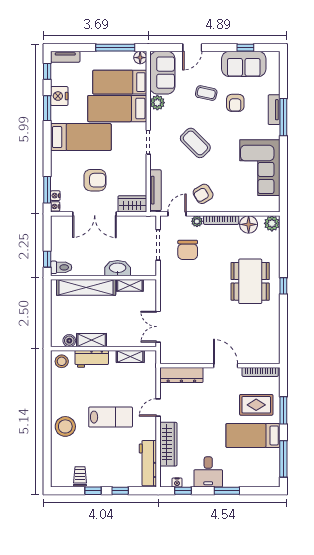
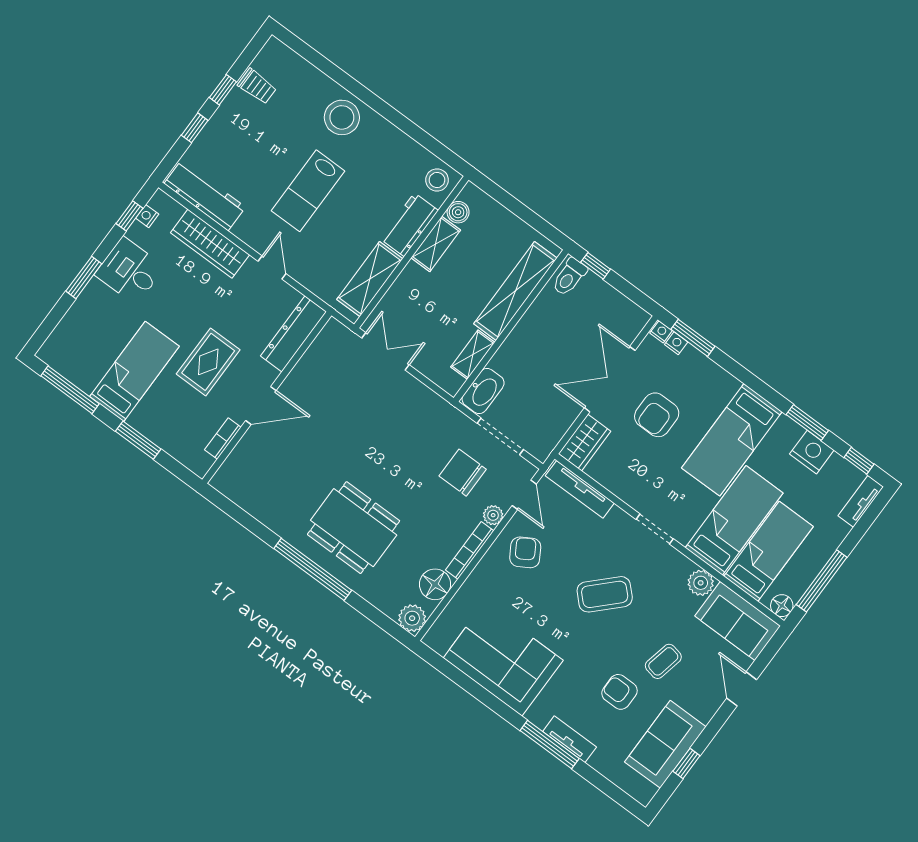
washbasin: (118, 268) -> (483, 391), moved
window: (283, 286) -> (313, 569), width x3.17
shelving: (130, 357) -> (370, 279), width x1.50, depth x1.33
bookcase: (260, 372) -> (223, 438), width x0.64
rug: (256, 405) -> (208, 362), moved

